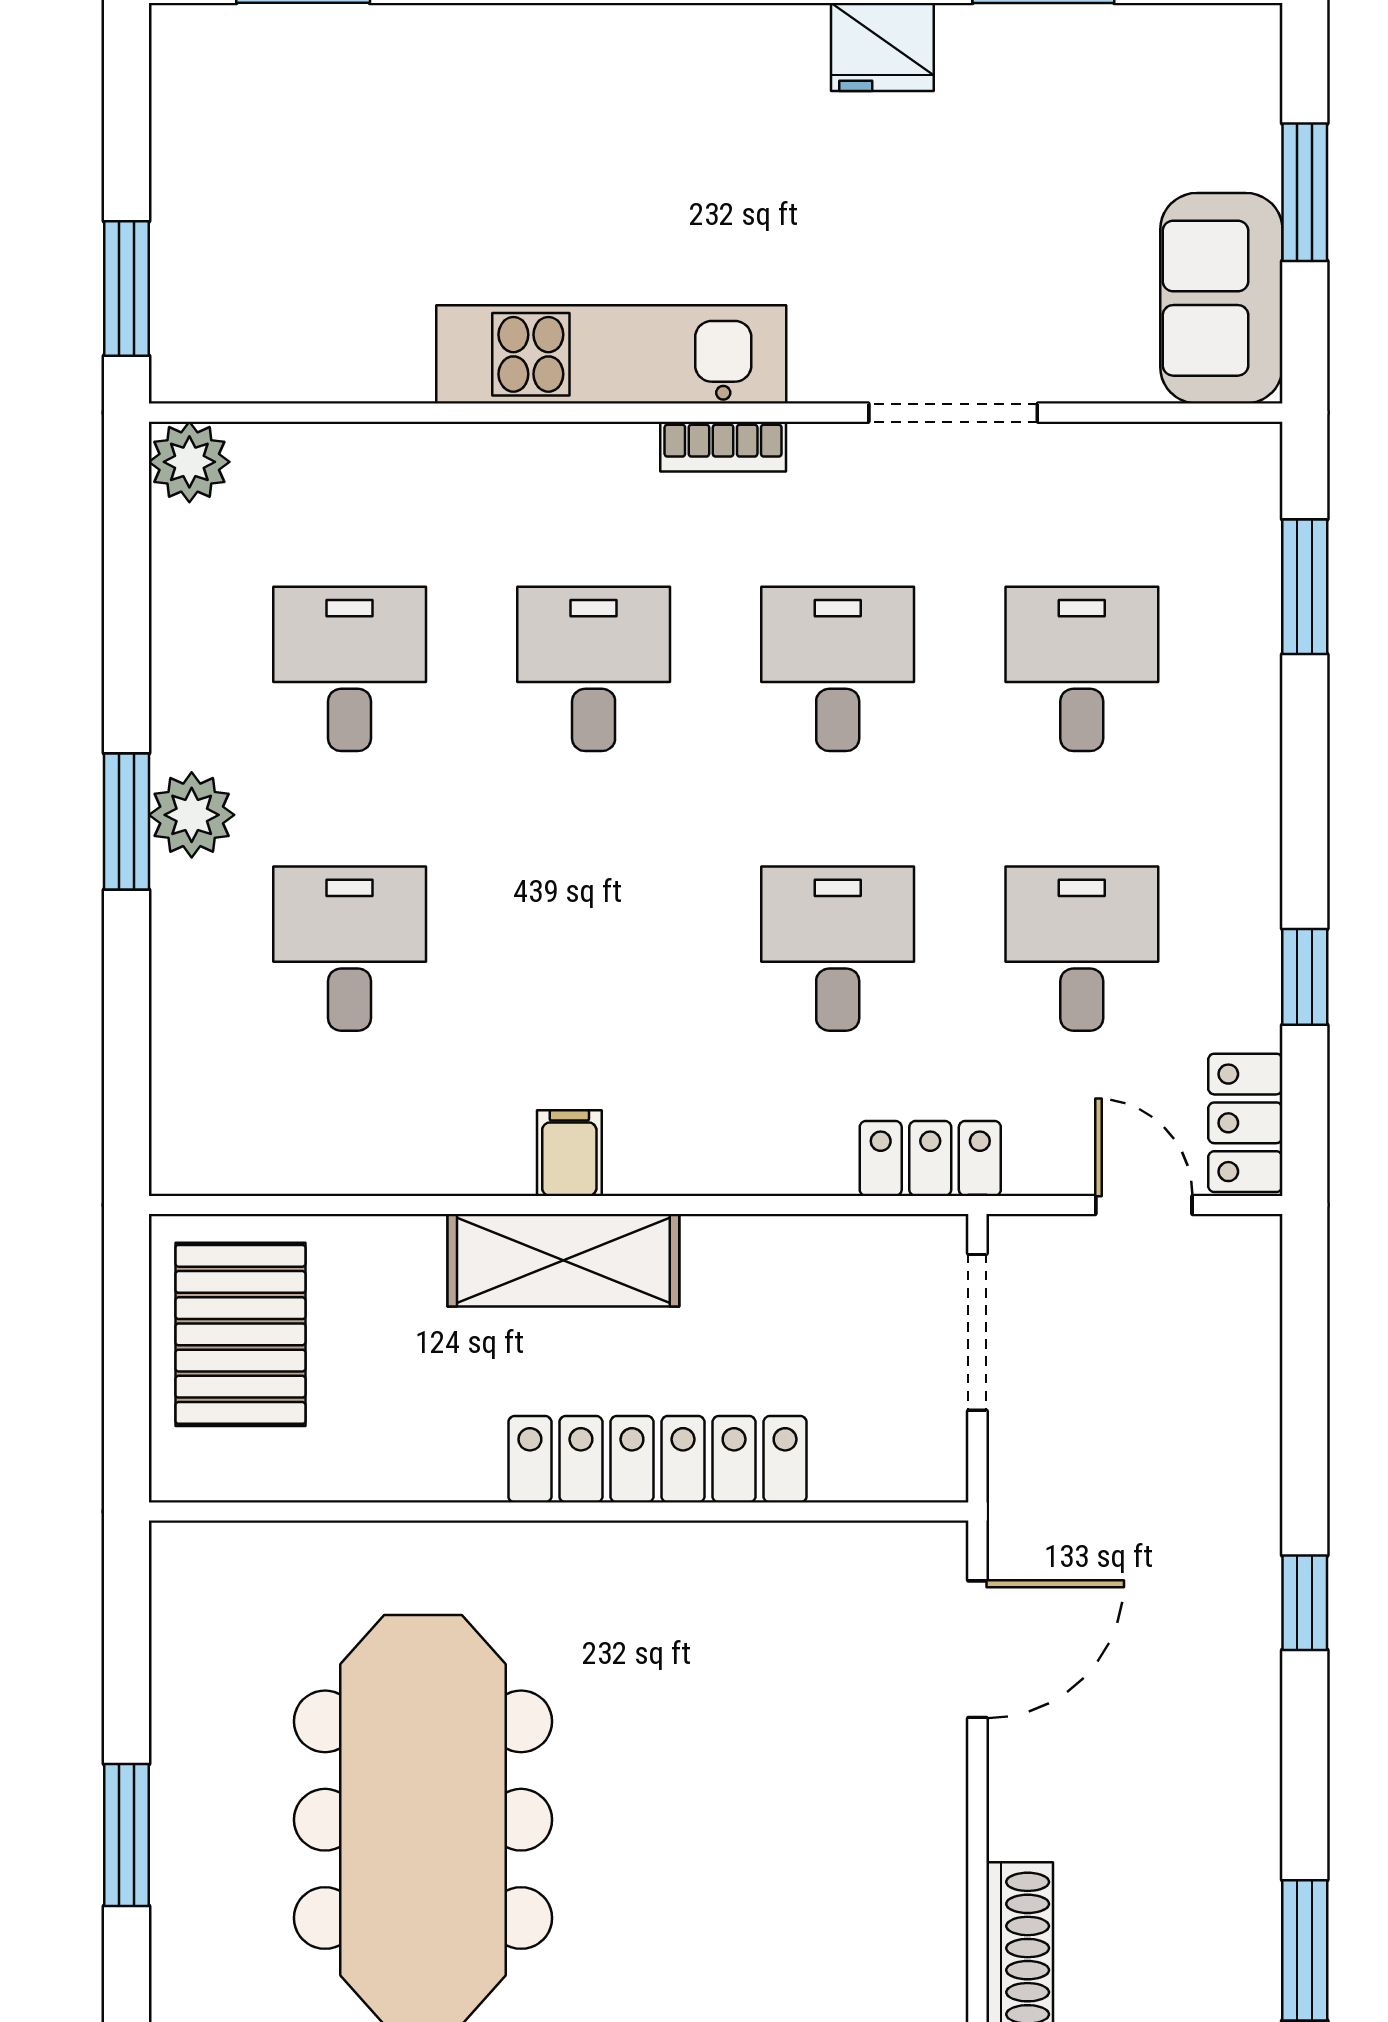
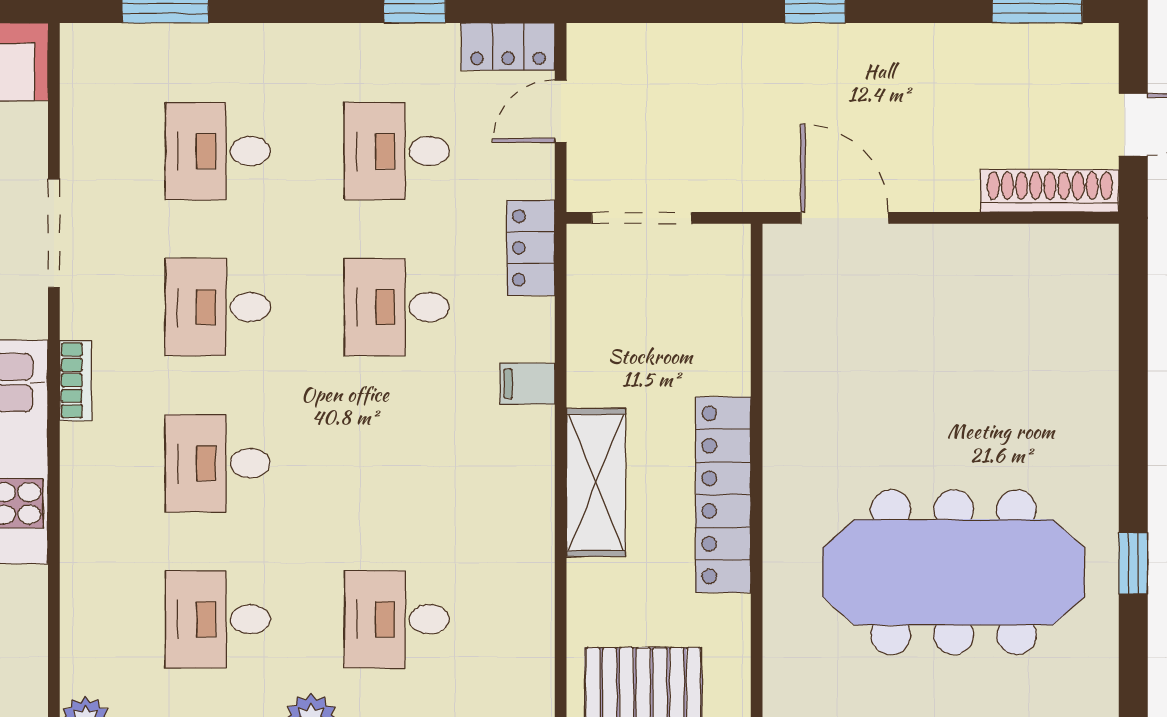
filing cabinet: (569, 1153) -> (527, 384), moved
locker: (657, 1459) -> (723, 495), moved

